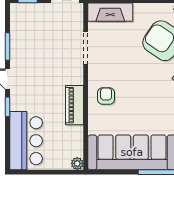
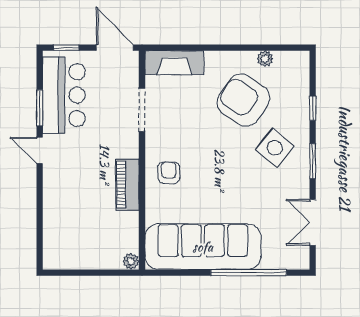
window: (8, 107) -> (40, 187), removed
bar counter: (26, 141) -> (64, 95), moved

